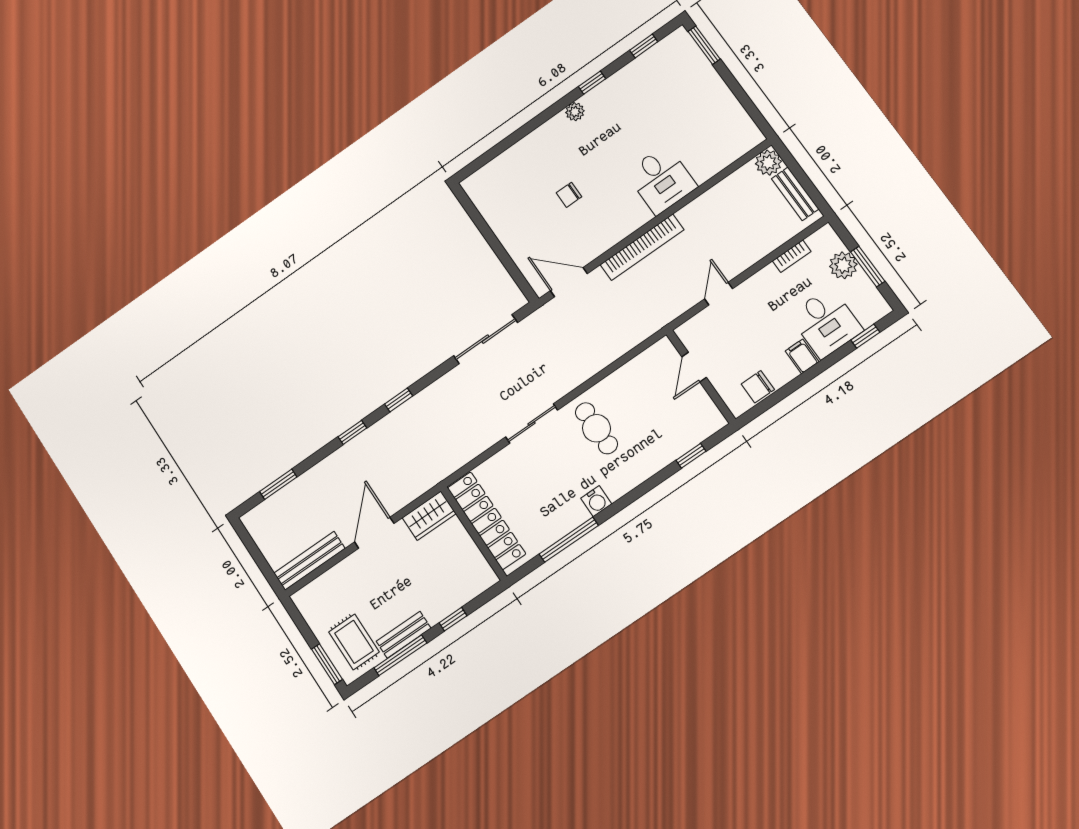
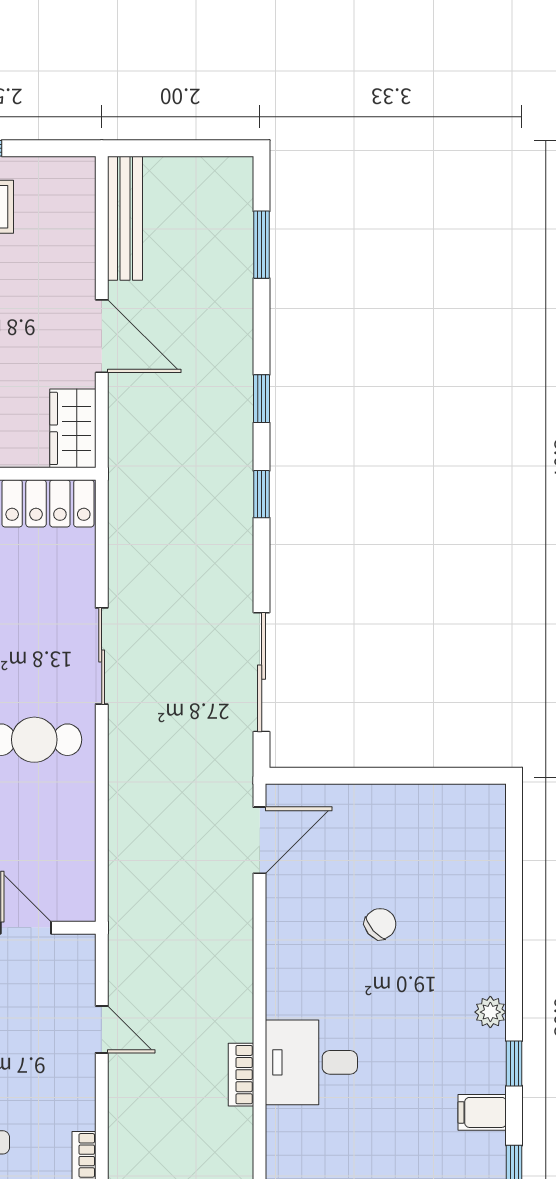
filing cabinet: (627, 81) -> (482, 1112), added
chair: (569, 195) -> (380, 924), turned 49
bookcase: (642, 247) -> (241, 1075), moved, width x0.43, depth x0.76

